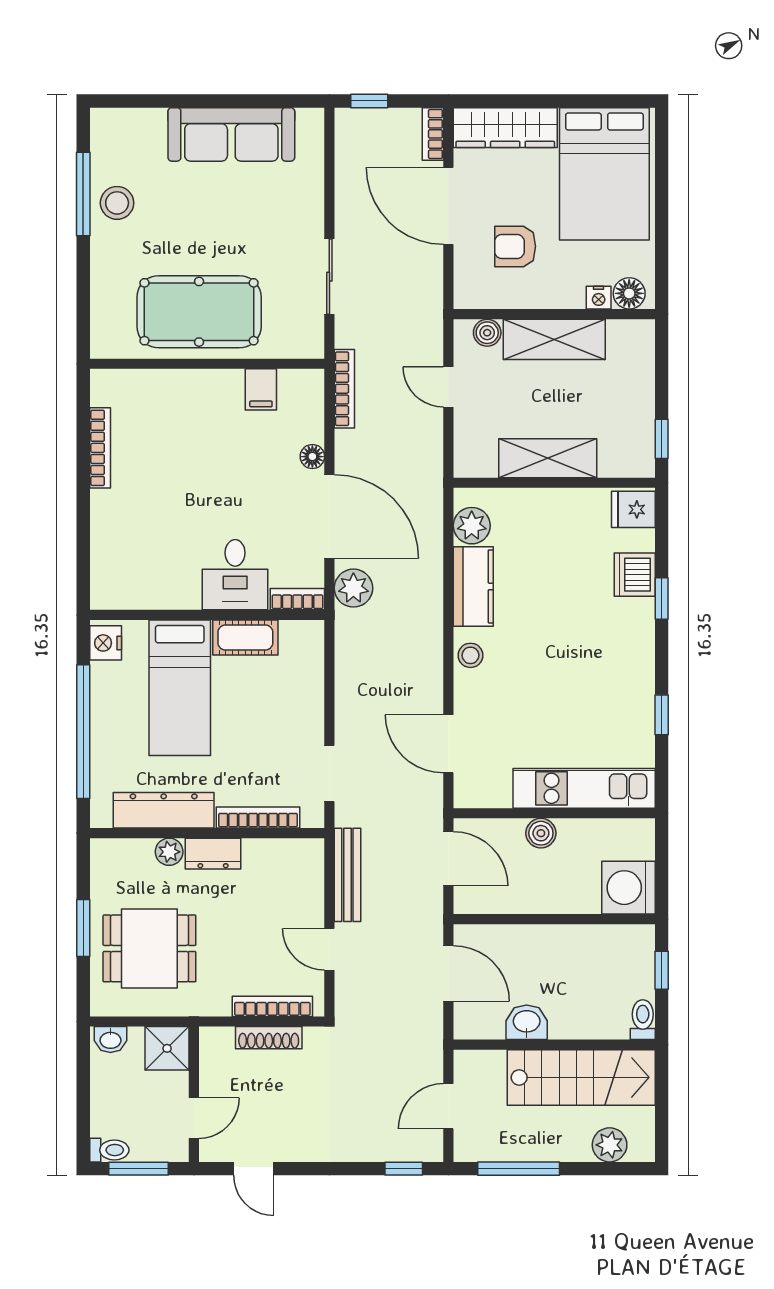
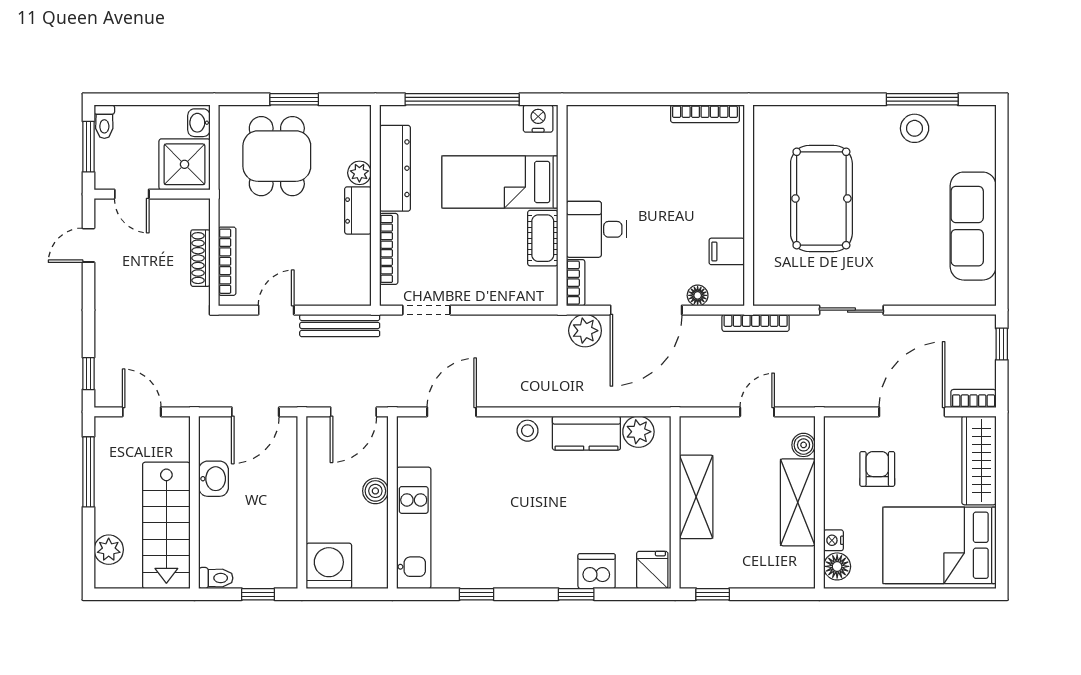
wall: (207, 364) -> (749, 205), moved
filing cabinet: (261, 389) -> (727, 251), moved
shower: (167, 1048) -> (184, 164), width x1.36, depth x1.36

